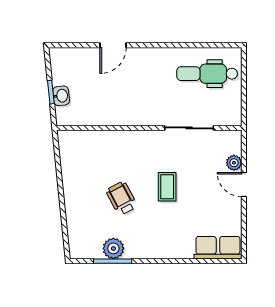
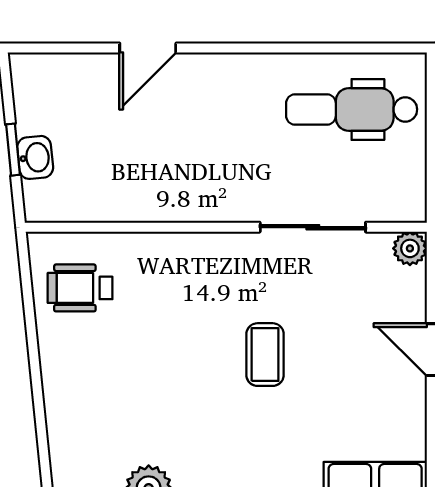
plant: (234, 163) -> (410, 248), moved
wheelchair: (122, 198) -> (80, 288), moved, turned -62

